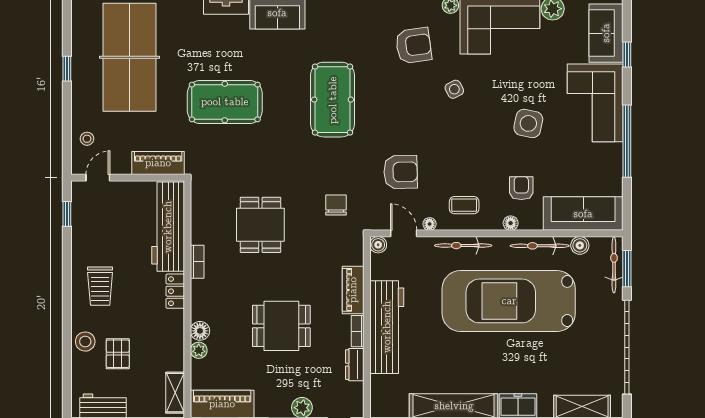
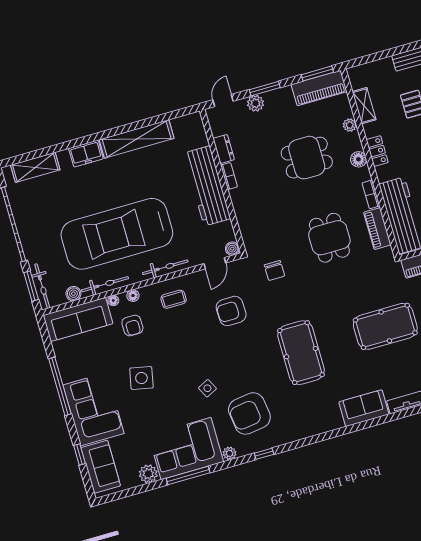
armchair: (414, 45) -> (249, 413), width x1.36, depth x1.36
floor lamp: (430, 224) -> (113, 300), moved
door: (404, 233) -> (215, 263), hinge flipped
piano: (353, 290) -> (377, 229), moved, turned 180
locker: (175, 291) -> (377, 151), moved
car: (509, 301) -> (117, 234), turned 180
dining table: (281, 326) -> (307, 158), moved
floor lamp: (200, 331) -> (358, 159), moved
shelving: (175, 393) -> (364, 106), moved

